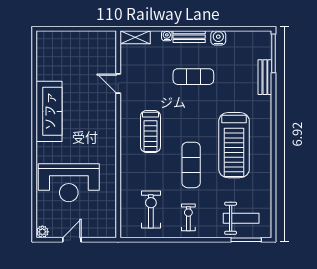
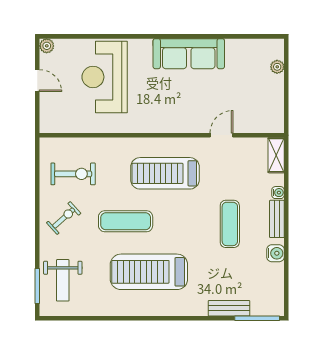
plant: (60, 36) -> (277, 67), added
treadmill: (150, 132) -> (165, 173), width x1.37, depth x1.38
exercise bike: (188, 217) -> (64, 218), turned -42

